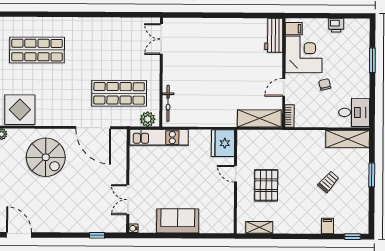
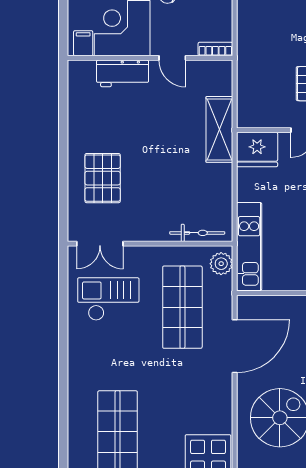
workbench: (274, 35) -> (123, 73), moved
pallet: (205, 41) -> (103, 178), added
checkout: (125, 44) -> (108, 299), added
shelving: (259, 118) -> (219, 129), moved

